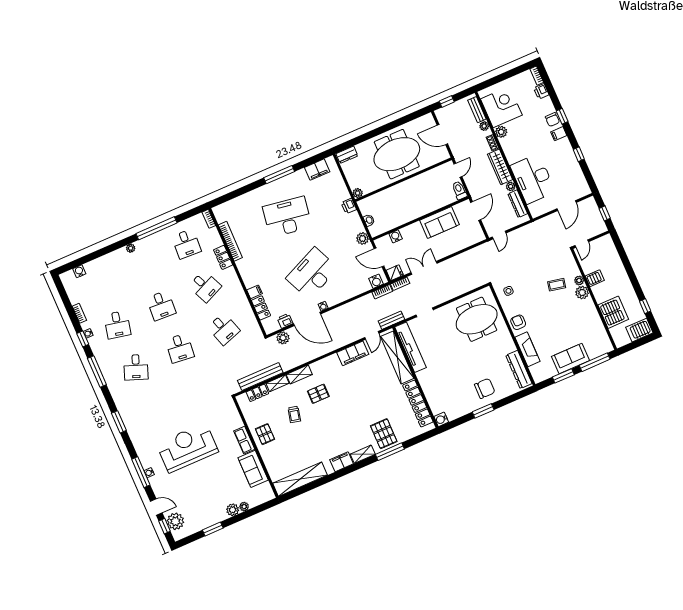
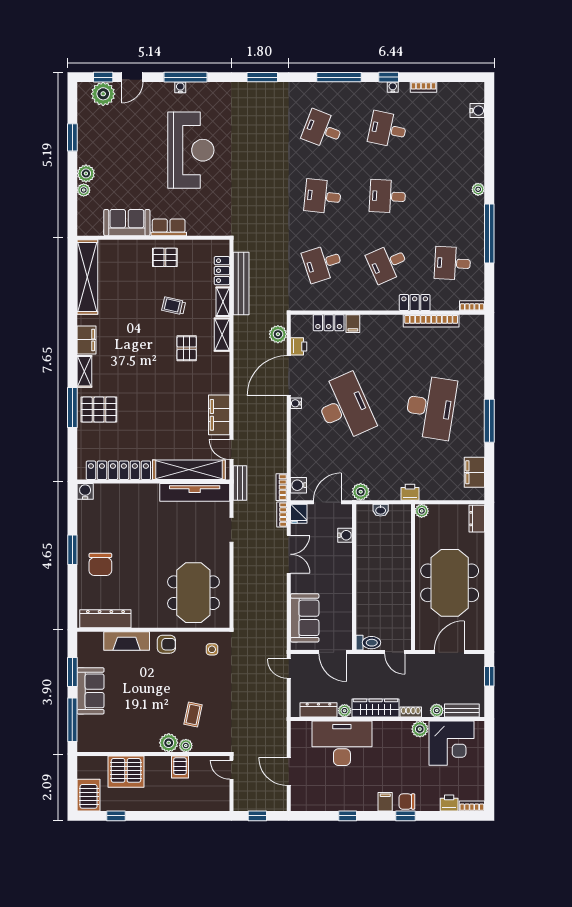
sofa: (440, 222) -> (305, 618), moved, turned 180

